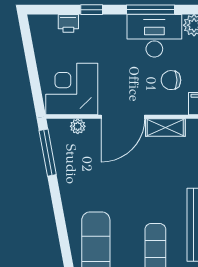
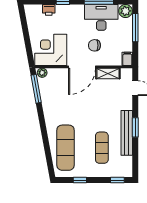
chair: (171, 80) -> (94, 45), moved
plant: (78, 126) -> (42, 73), moved

